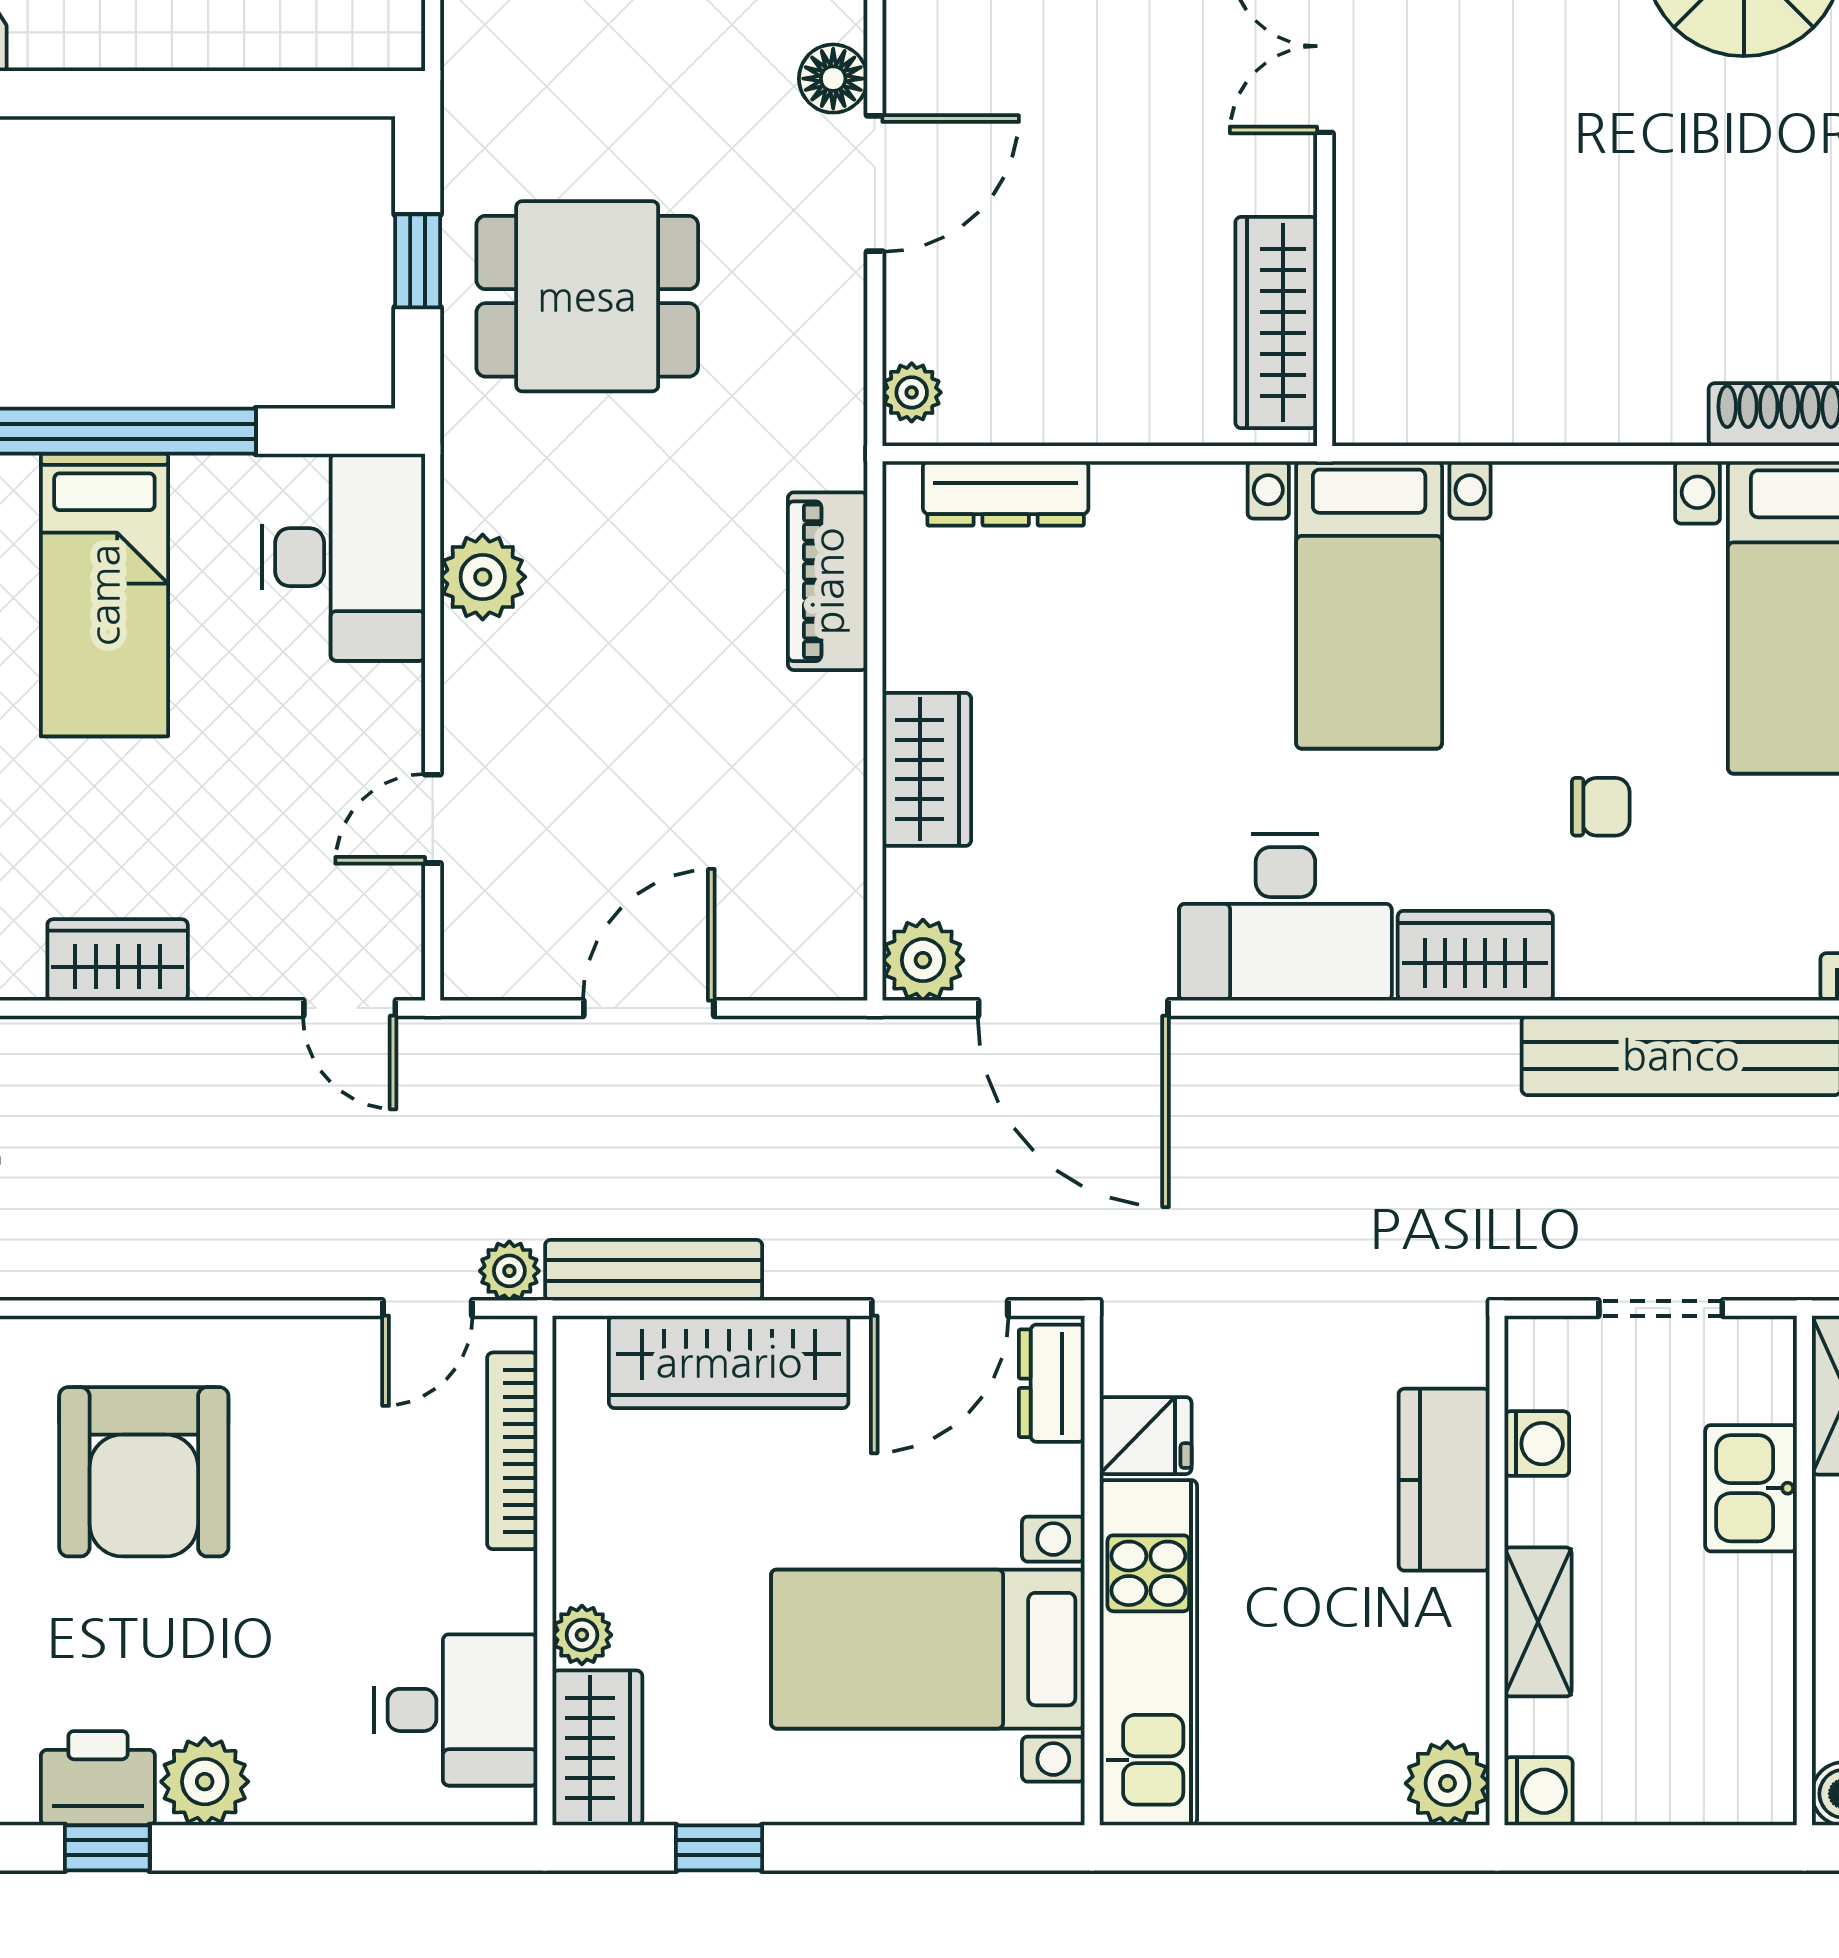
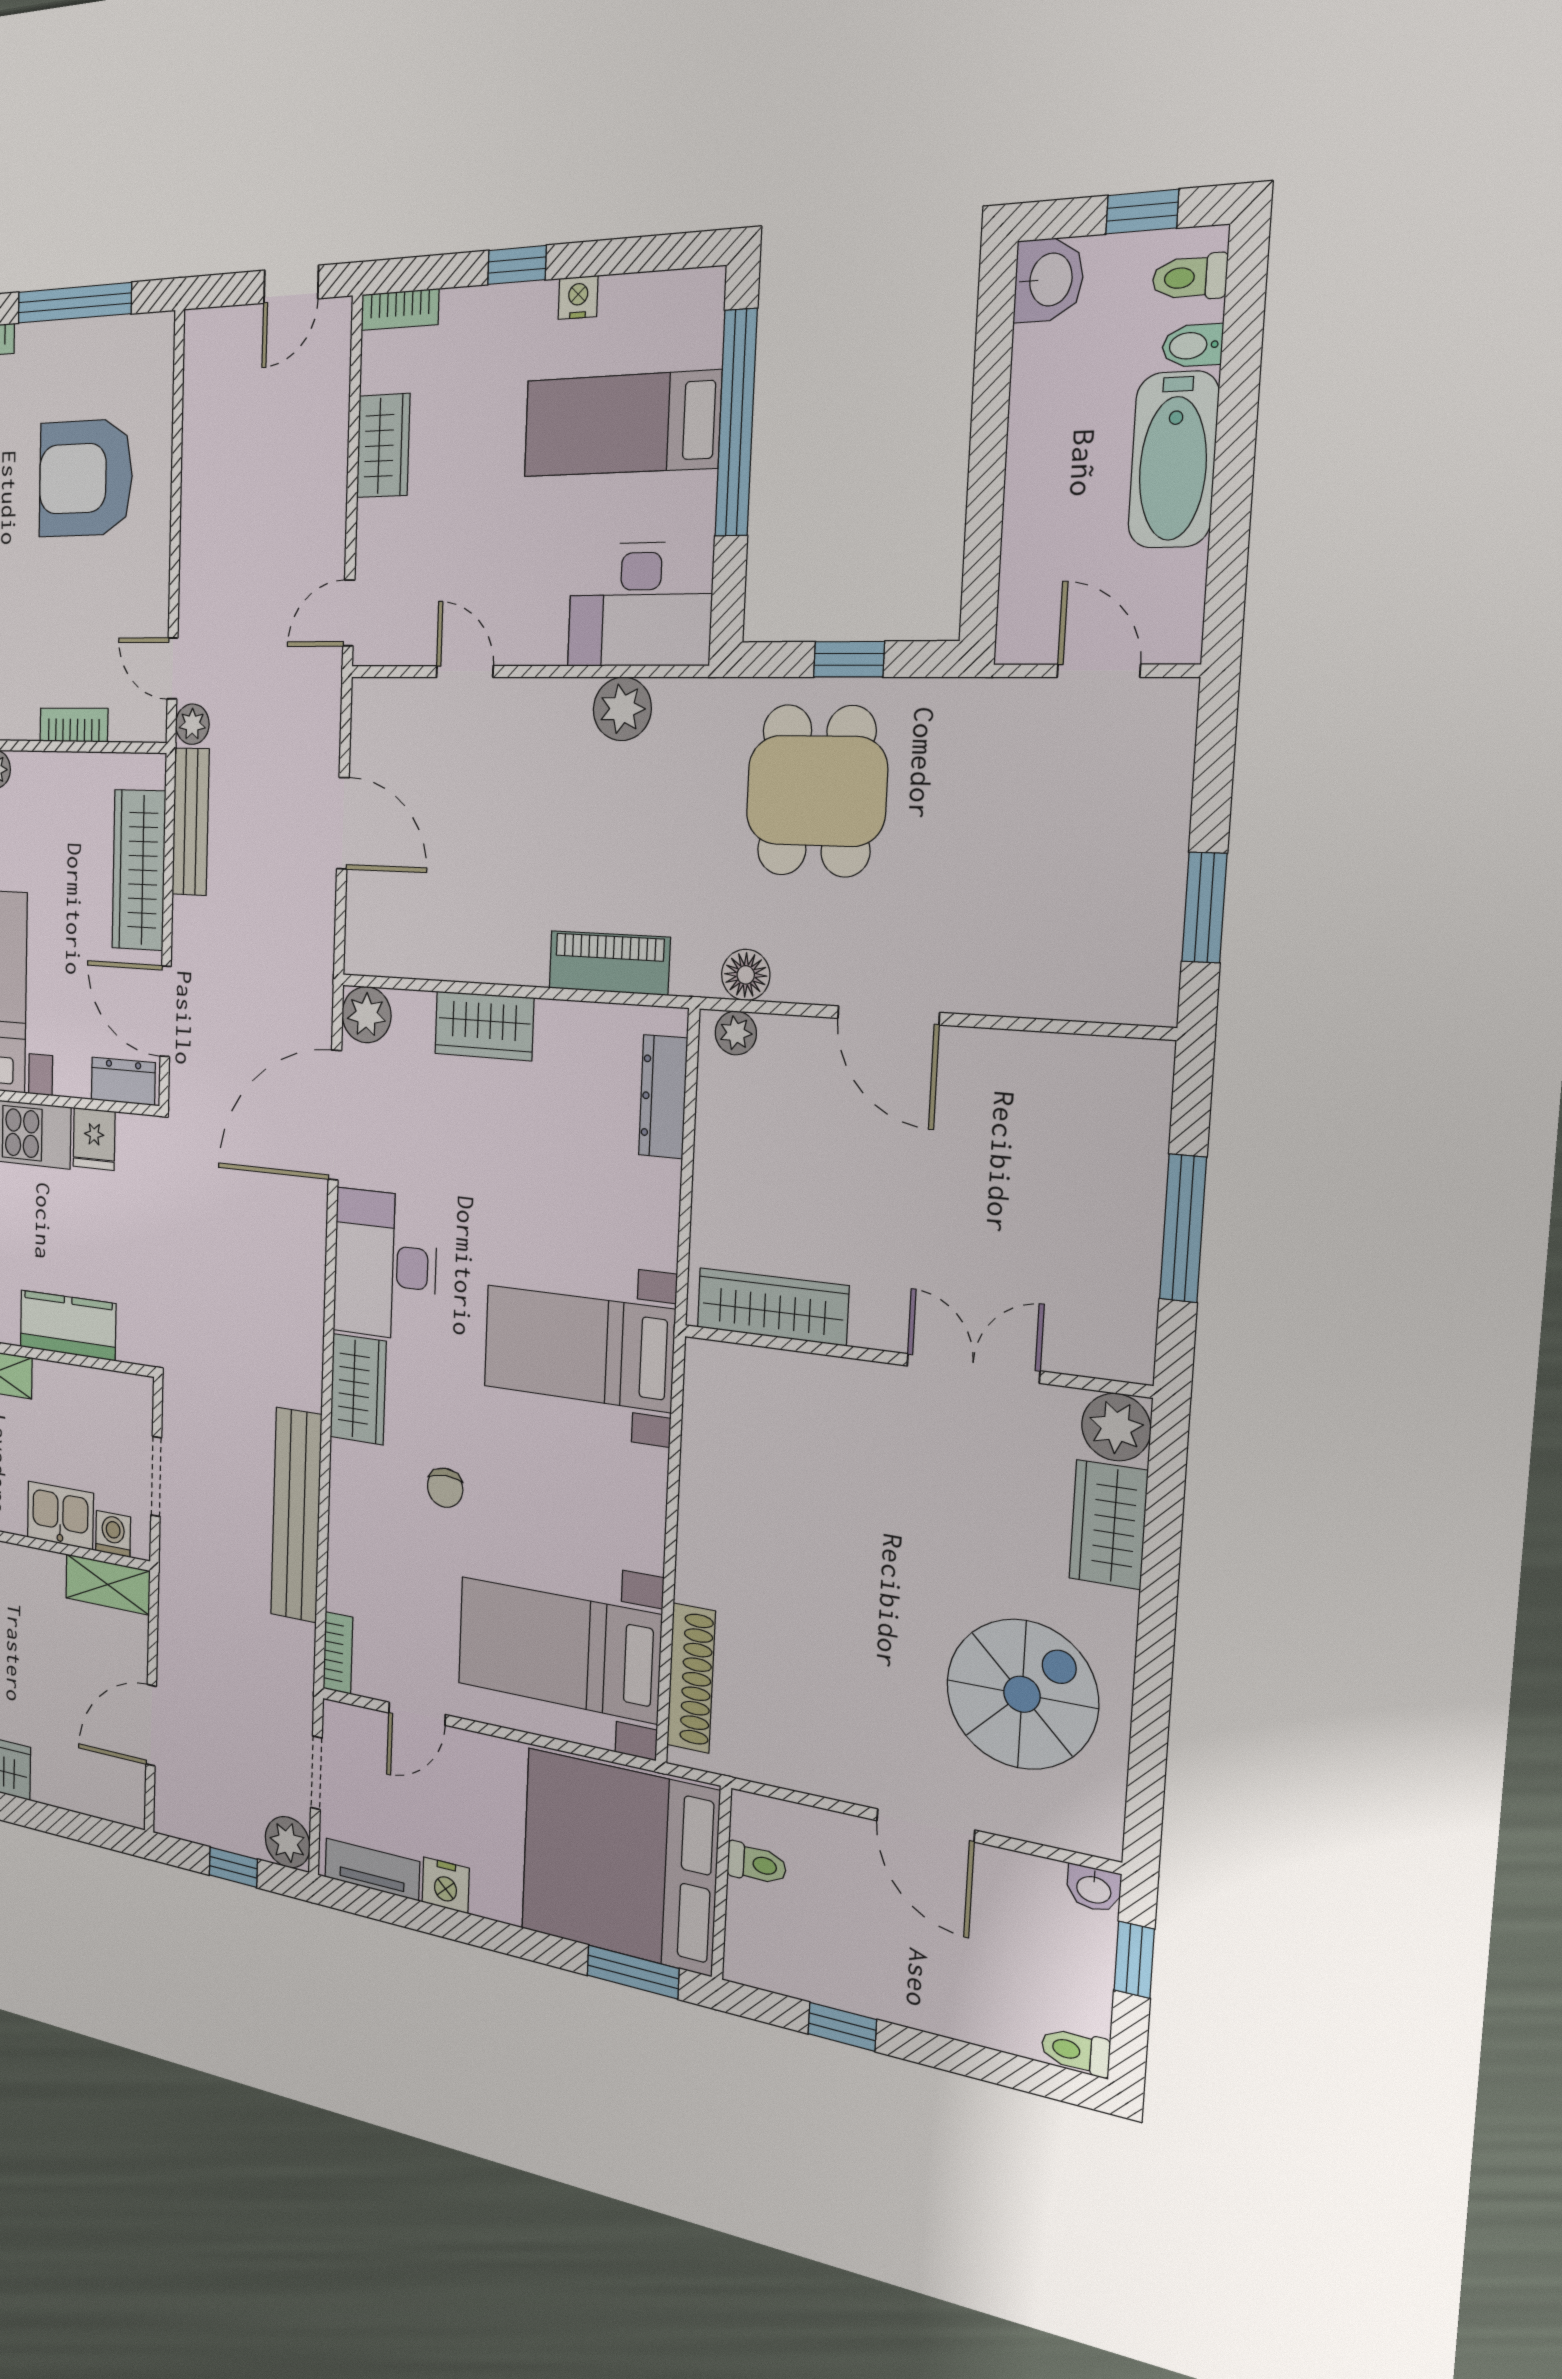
floor lamp: (833, 79) -> (746, 975), moved
washing machine: (1537, 1444) -> (113, 1534), moved, turned 180
bookcase: (512, 1451) -> (74, 725), width x0.64

